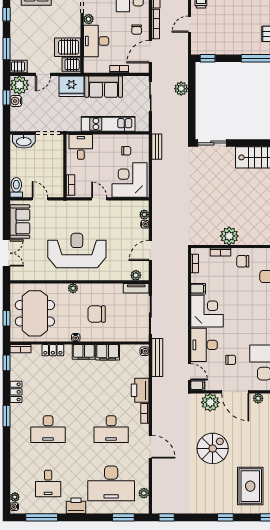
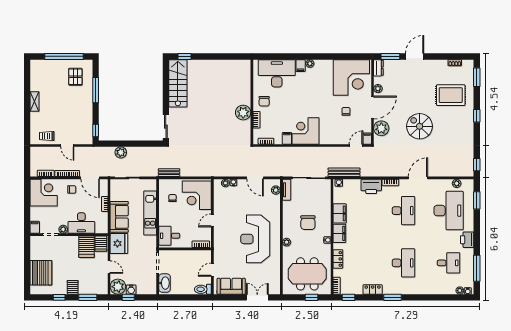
server rack: (19, 67) -> (73, 287), moved
desk: (204, 345) -> (334, 133), removed

